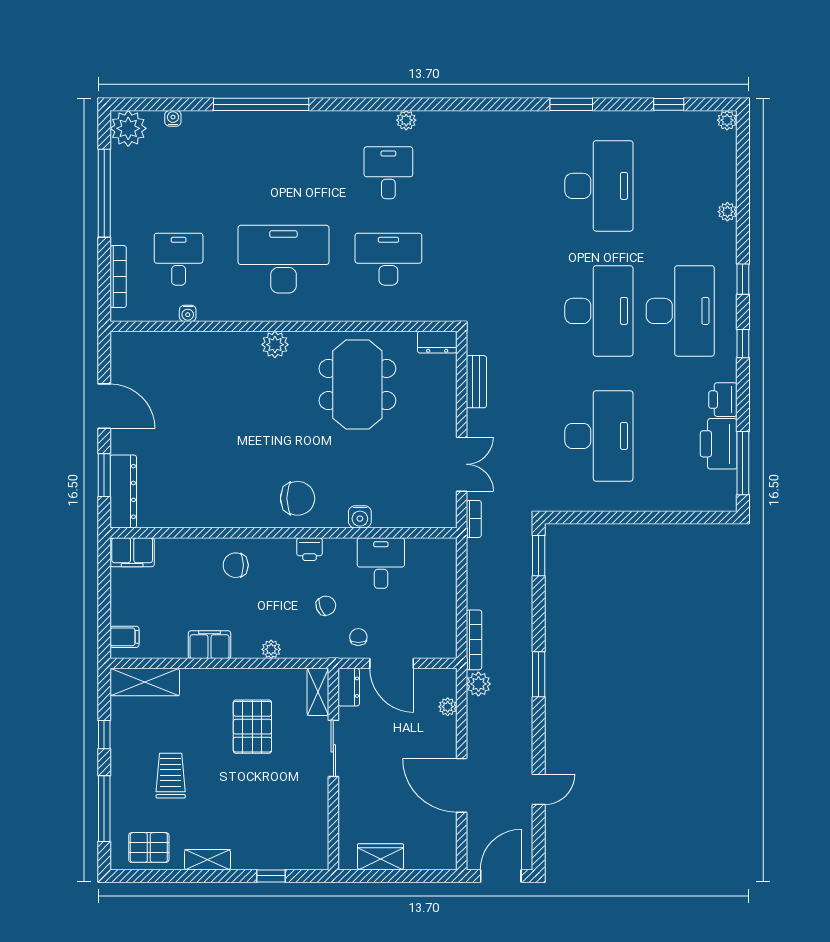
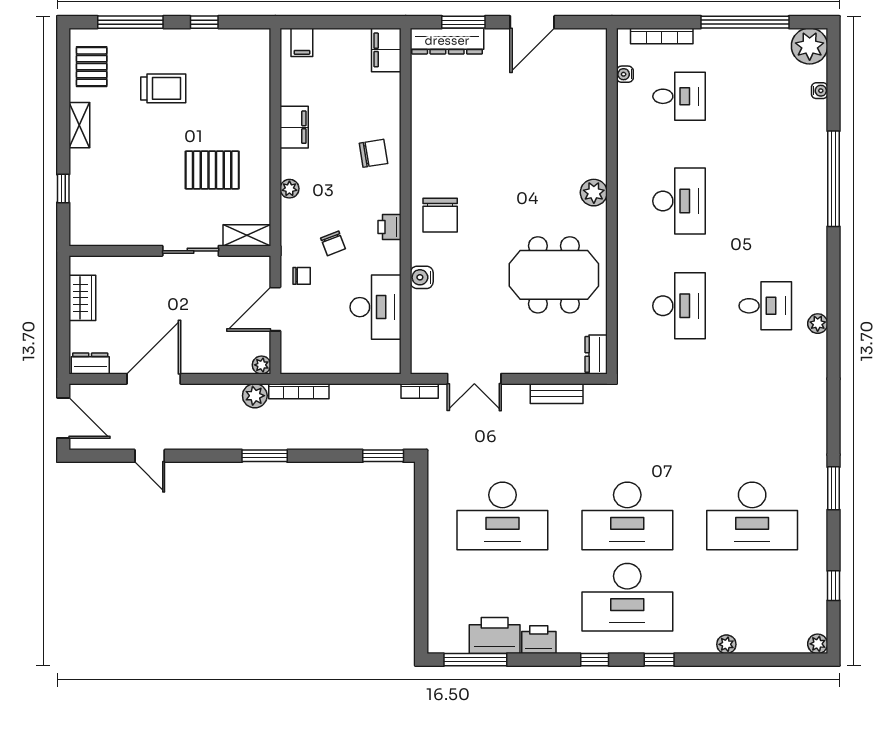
desk: (283, 259) -> (679, 201), width x0.73, depth x0.77
water cooler: (188, 313) -> (625, 74), moved
desk: (381, 563) -> (376, 307), width x1.37
chair: (236, 565) -> (373, 153), turned 81
shelving: (145, 682) -> (257, 63), removed
dresser: (349, 687) -> (90, 363), moved, turned 180
plant: (448, 707) -> (262, 365), moved

